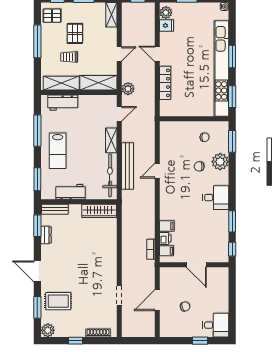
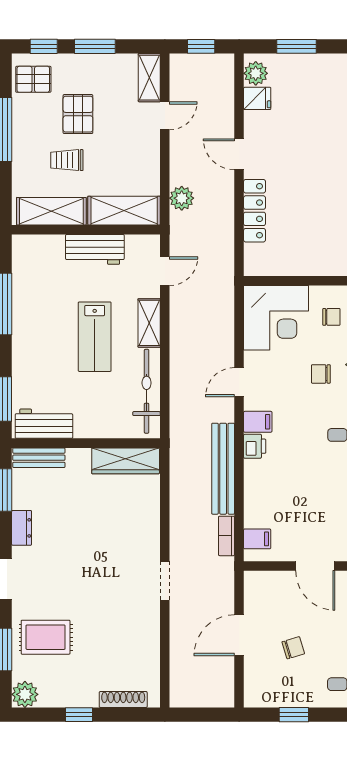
door: (119, 54) -> (165, 116), moved
plant: (128, 89) -> (182, 198), moved
workbench: (63, 103) -> (95, 249), moved
corner desk: (176, 138) -> (276, 318), added
lab bench: (58, 151) -> (95, 337), moved
bench: (127, 166) -> (223, 469), moved
workbench: (70, 192) -> (44, 424), moved
filing cabinet: (167, 226) -> (258, 422), moved
dresser: (46, 235) -> (22, 528), moved
printer: (165, 239) -> (255, 446), moved
doorway: (119, 295) -> (165, 581), moved
window: (200, 341) -> (294, 715), moved

